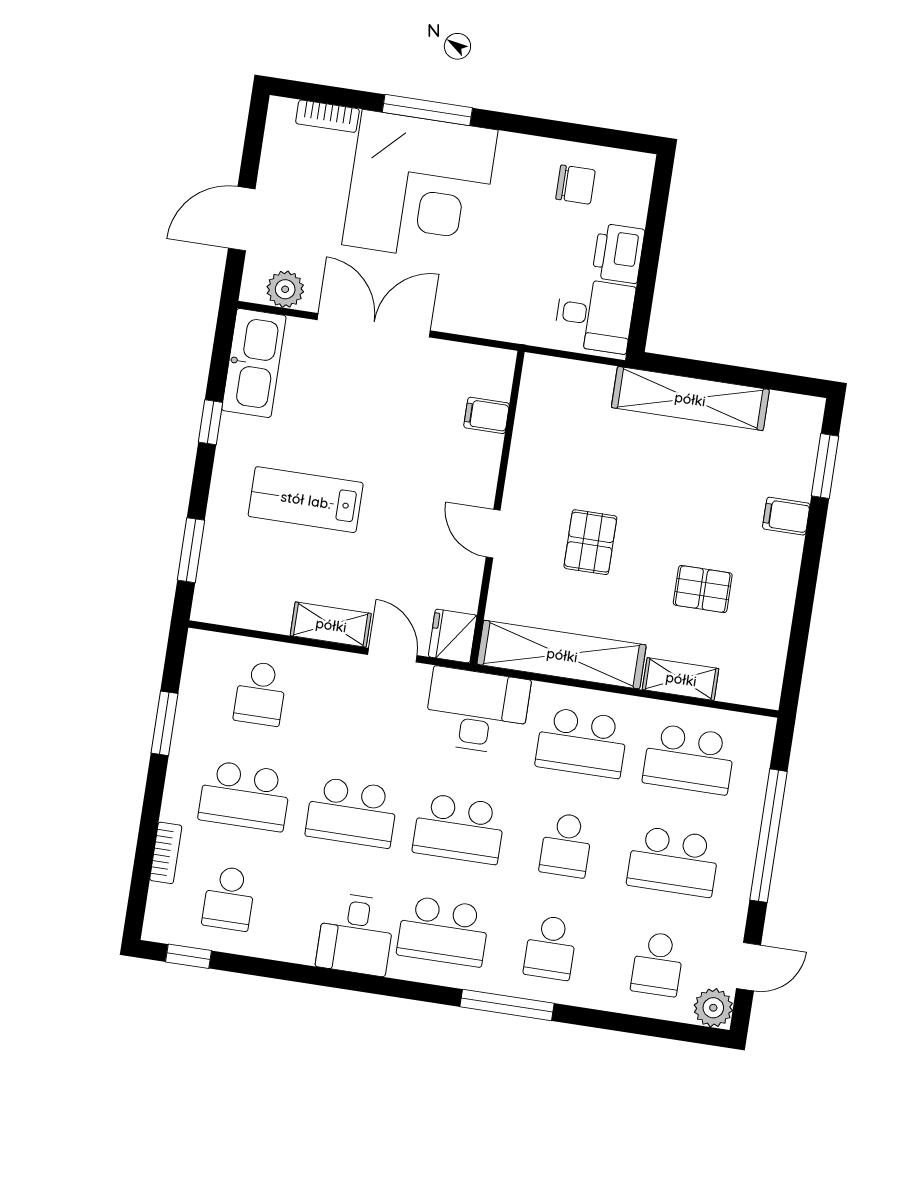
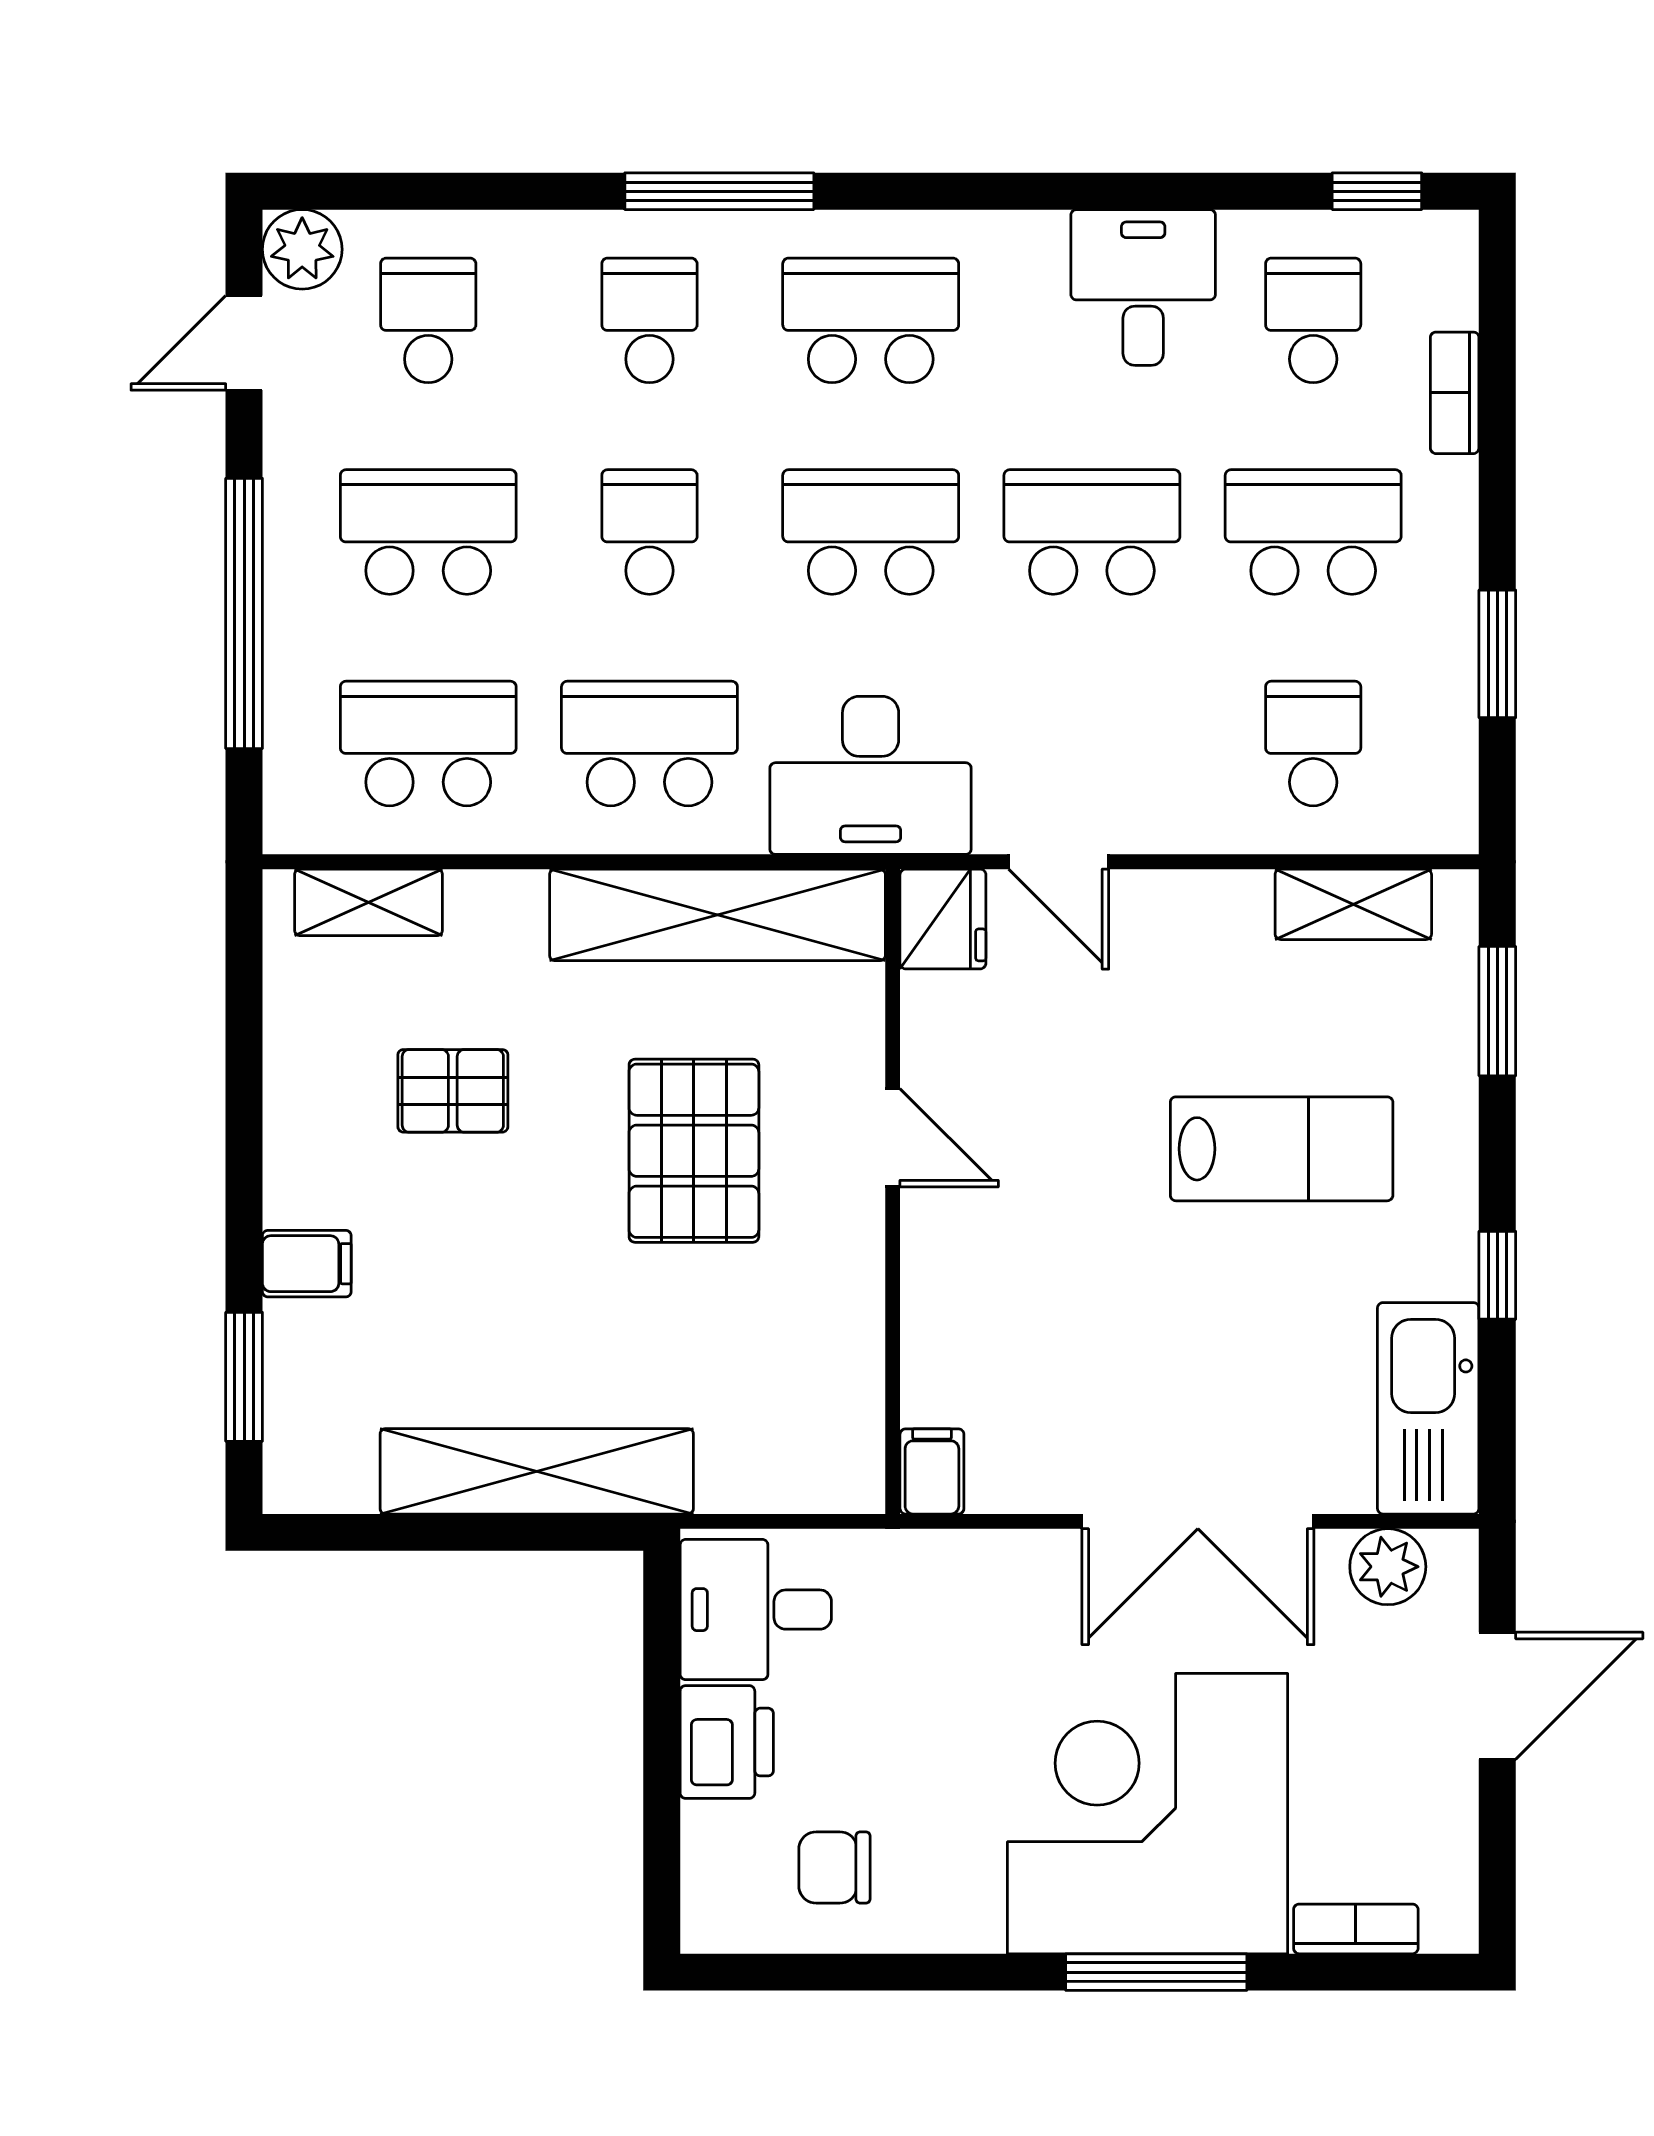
filing cabinet: (487, 415) -> (932, 1471), moved, turned -90
pallet: (590, 542) -> (694, 1151), width x1.50, depth x1.42
shelving: (331, 625) -> (1353, 904), moved
shelving: (681, 679) -> (368, 902), moved
desk: (356, 934) -> (1143, 287), moved

